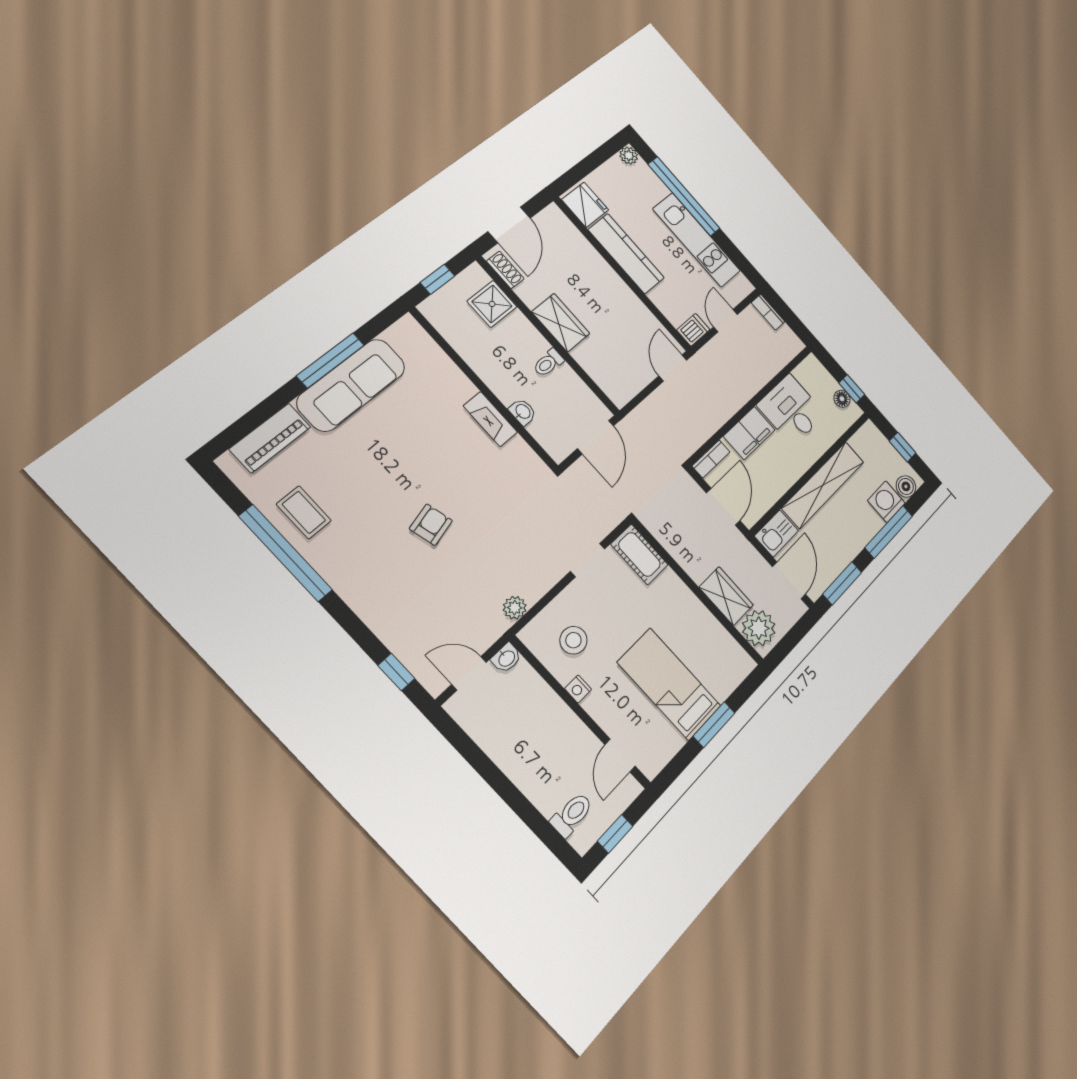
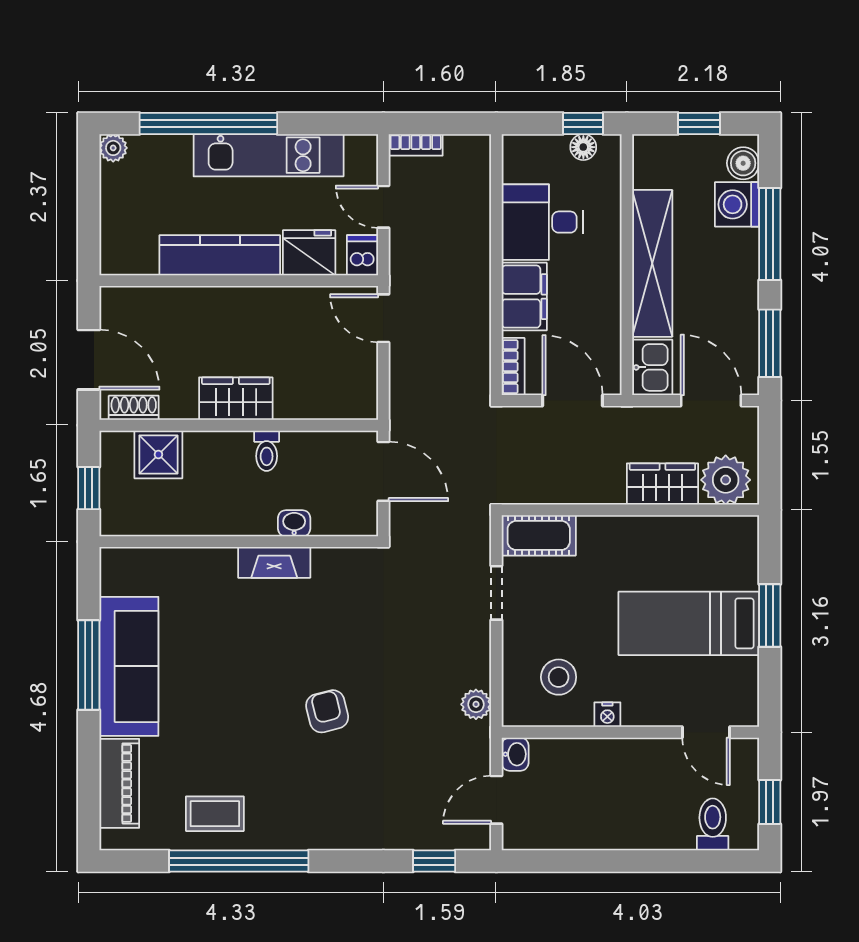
fridge: (585, 205) -> (309, 253), moved

